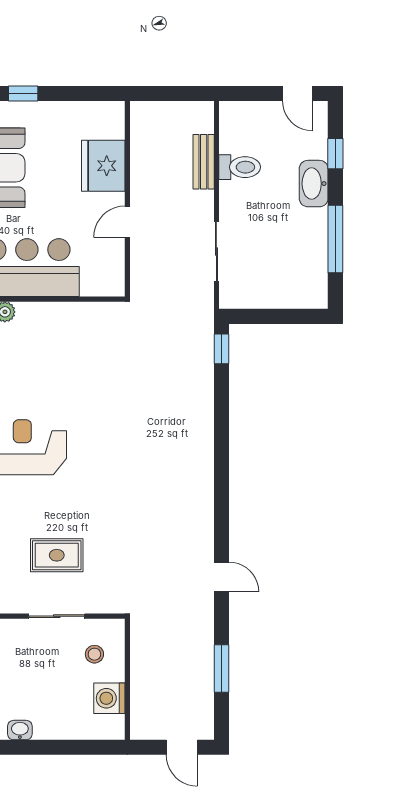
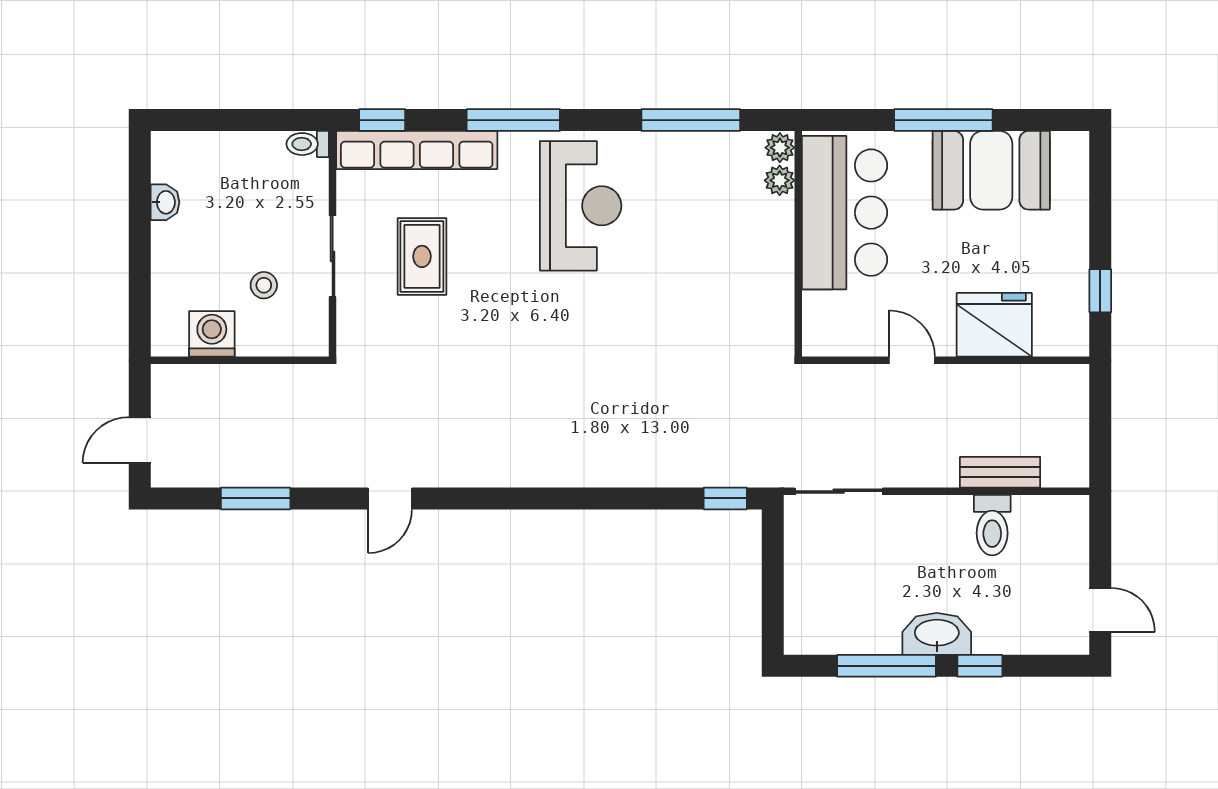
window: (23, 94) -> (1100, 291), moved
door: (297, 94) -> (1100, 610), swing flipped
window: (335, 154) -> (980, 666), moved
washbasin: (314, 184) -> (937, 634), moved
sliding door: (216, 252) -> (839, 491), moved
stool: (94, 654) -> (264, 285), moved

